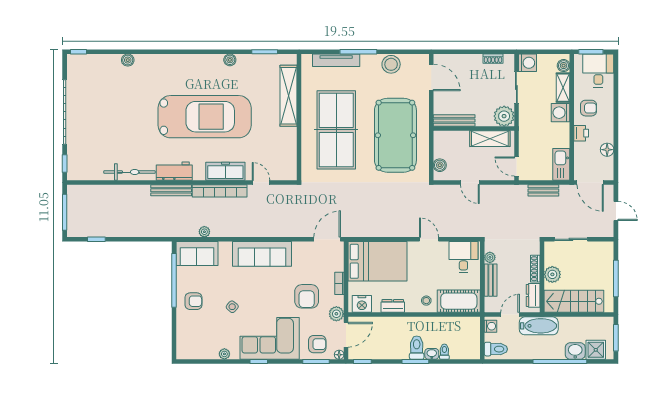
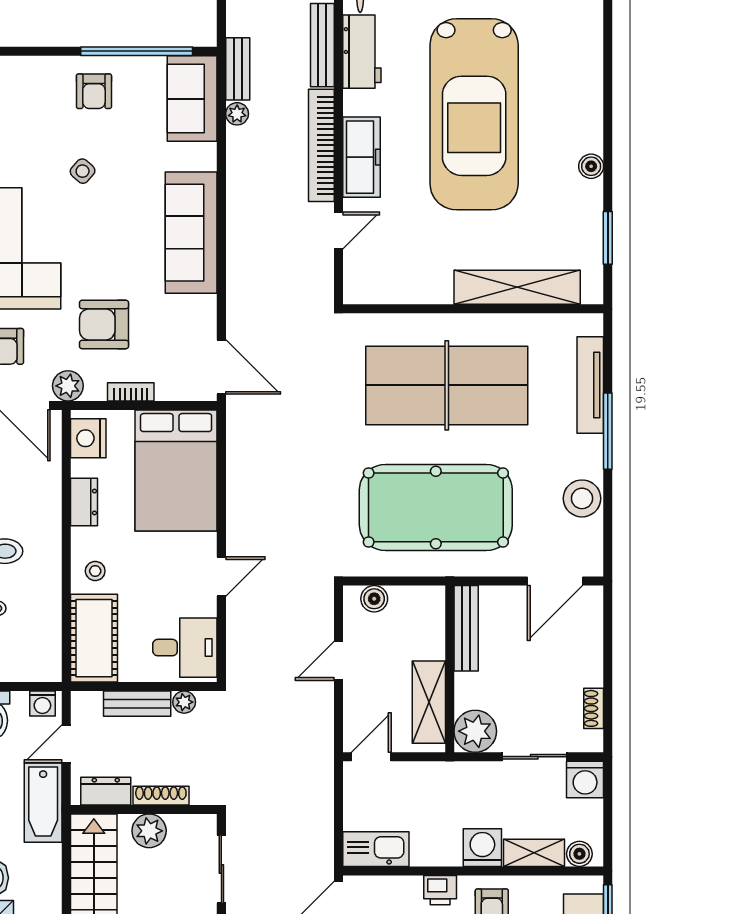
bench: (543, 190) -> (238, 69), moved
door: (510, 315) -> (66, 744), swing flipped

